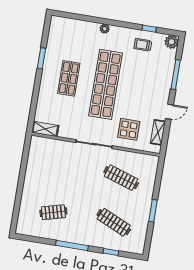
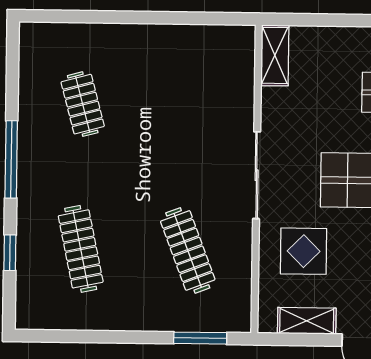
clothes rail: (121, 178) -> (188, 250), turned -39
window: (153, 211) -> (200, 338), moved
clothes rail: (114, 222) -> (81, 249), turned -36

